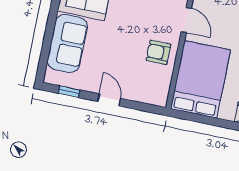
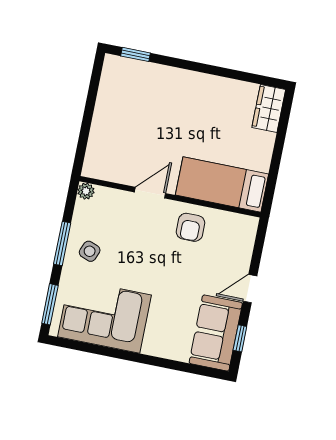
sofa: (67, 43) -> (216, 333), moved, turned -90
bed: (200, 79) -> (222, 184), width x0.67

